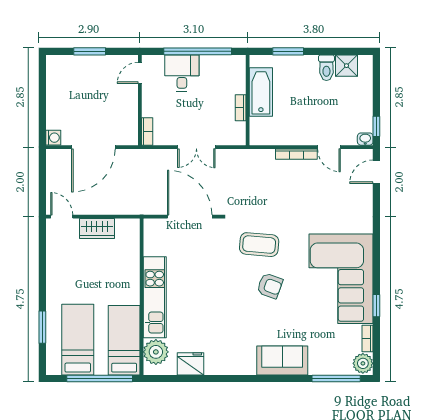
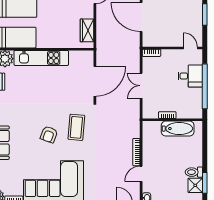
window: (288, 51) -> (205, 183), moved
wardrobe: (97, 228) -> (87, 30), moved

